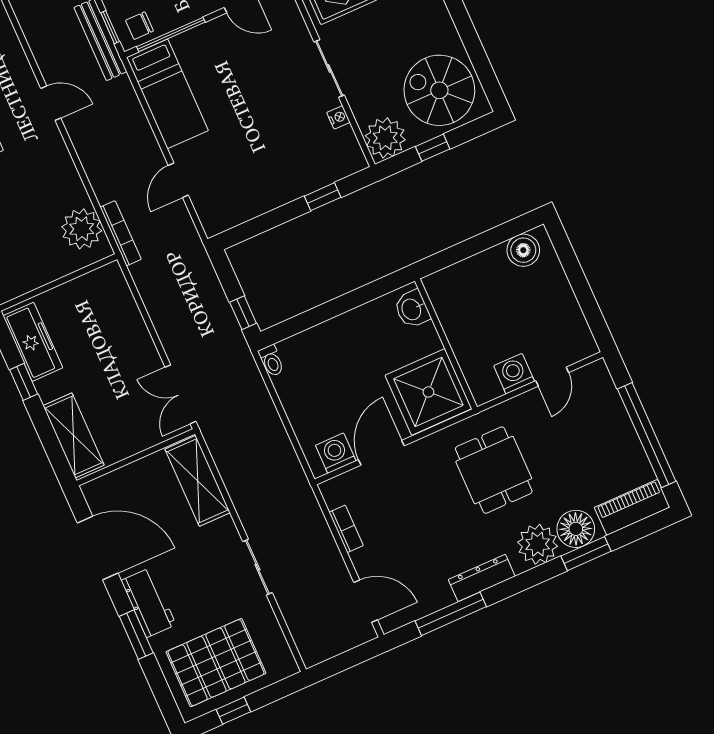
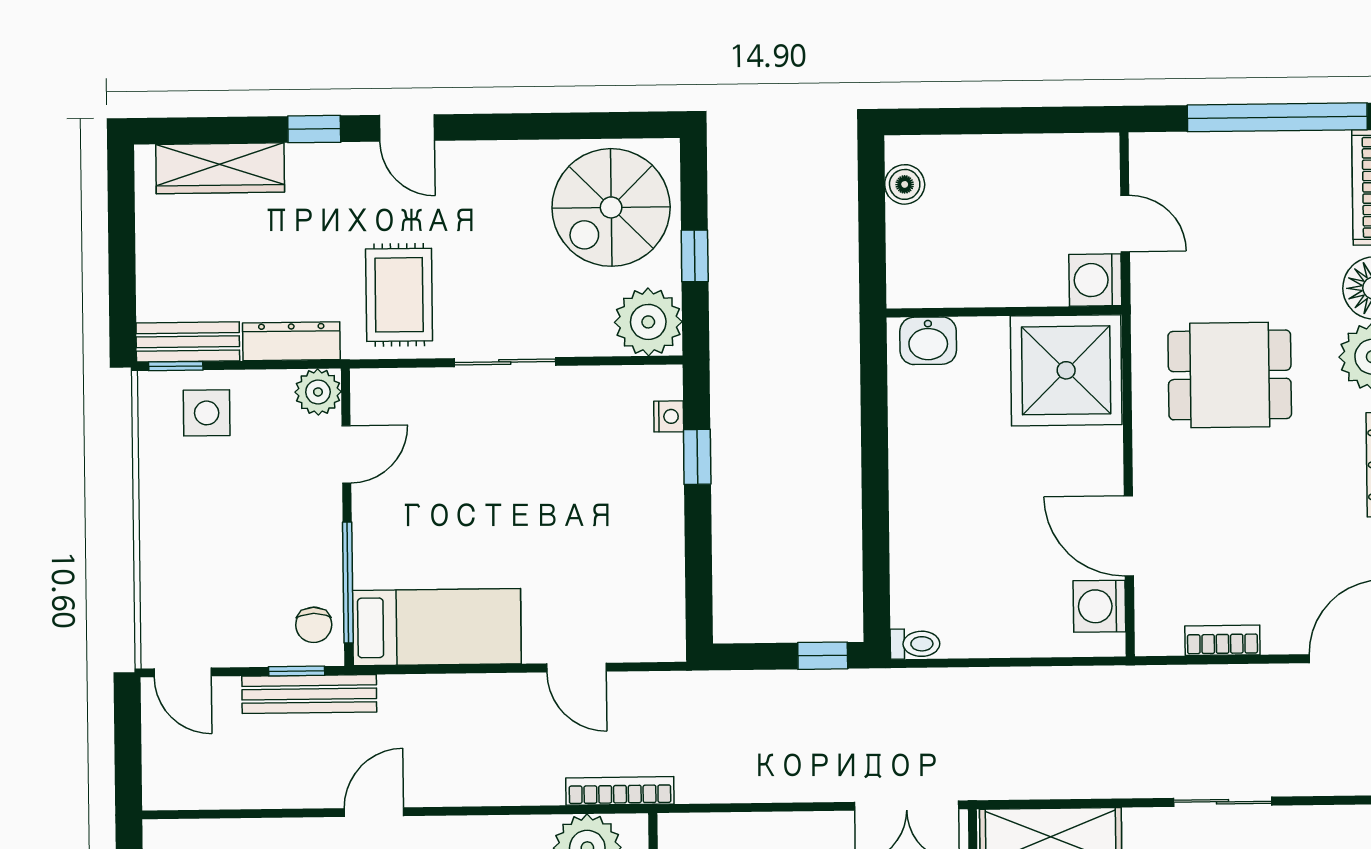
nightstand: (338, 117) -> (669, 416), moved, turned 90
boiler: (523, 250) -> (905, 184), width x0.73, depth x0.73
washbasin: (412, 309) -> (928, 341), moved
wall: (446, 344) -> (1004, 312), moved
shower: (428, 392) -> (1066, 370), moved

